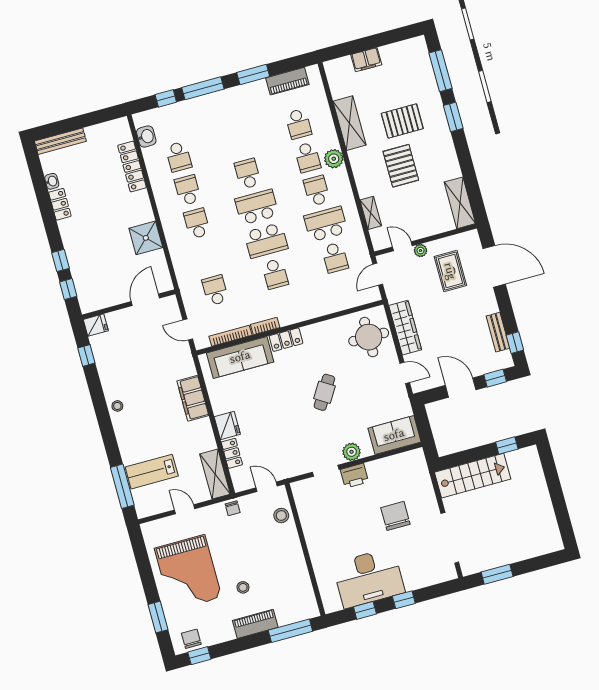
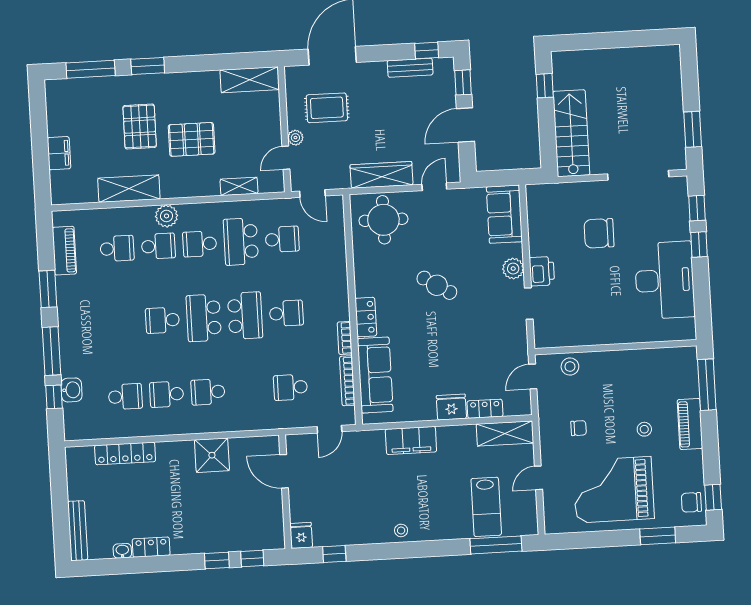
washbasin: (146, 136) -> (71, 390), moved, turned 90
chair: (233, 508) -> (579, 428), moved
grand piano: (188, 573) -> (613, 490), turned 180
window: (365, 610) -> (697, 208), moved

